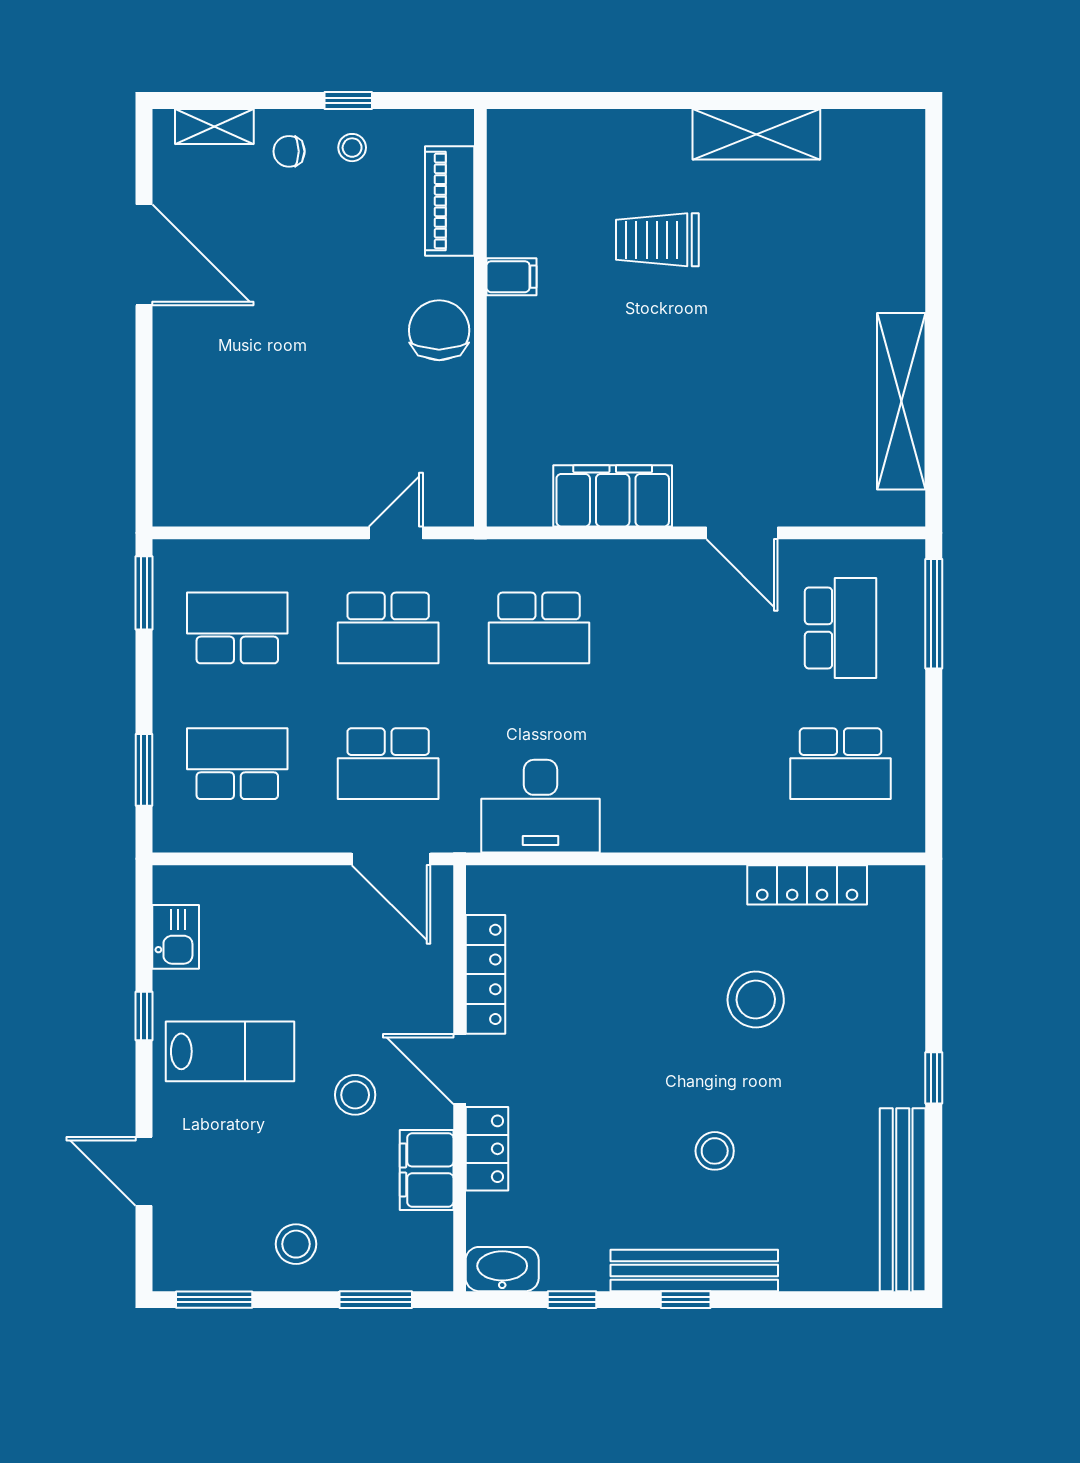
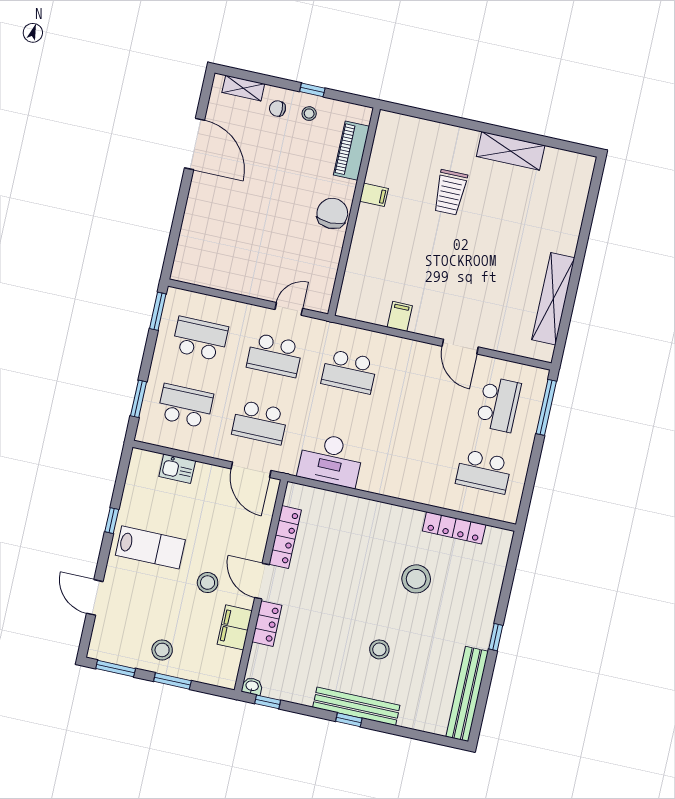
trolley: (657, 240) -> (450, 192), turned -90
filing cabinet: (613, 496) -> (400, 316), width x0.33, depth x0.86
kitchen sink: (176, 937) -> (177, 469), moved, turned 90
washbasin: (502, 1269) -> (252, 686), width x0.52, depth x0.69
window: (376, 1300) -> (172, 681), moved
window: (572, 1300) -> (268, 702), moved

